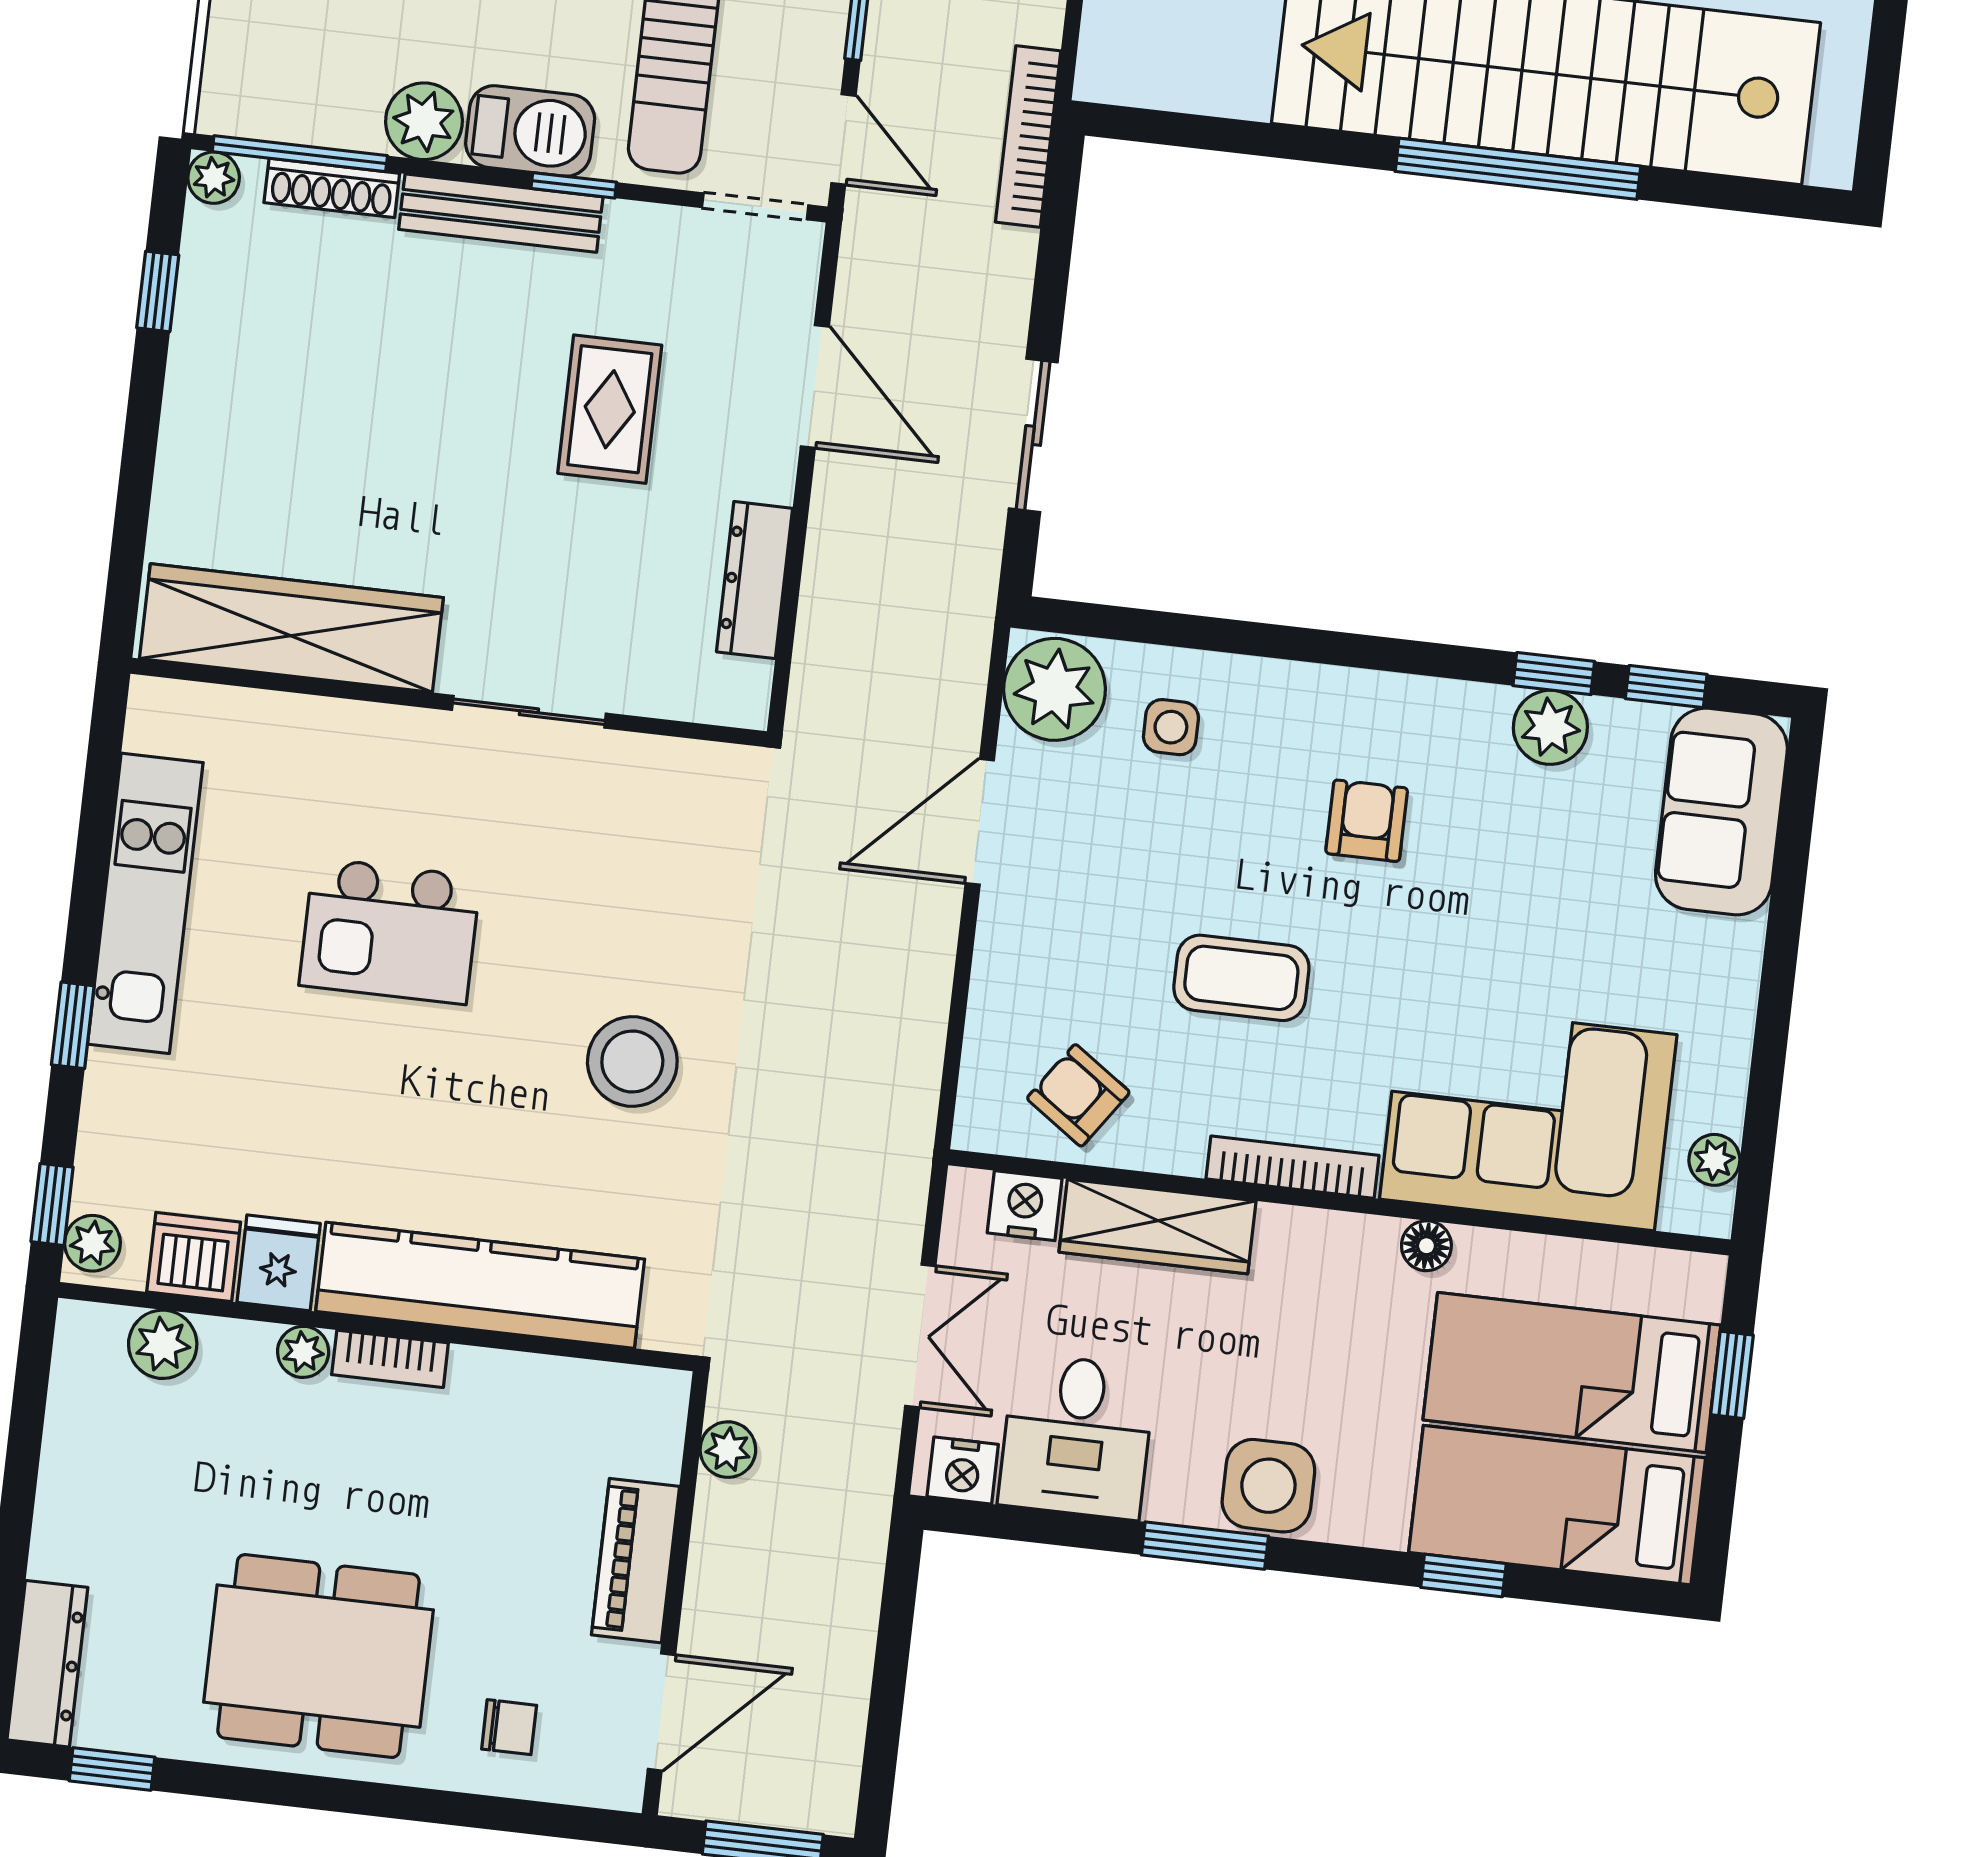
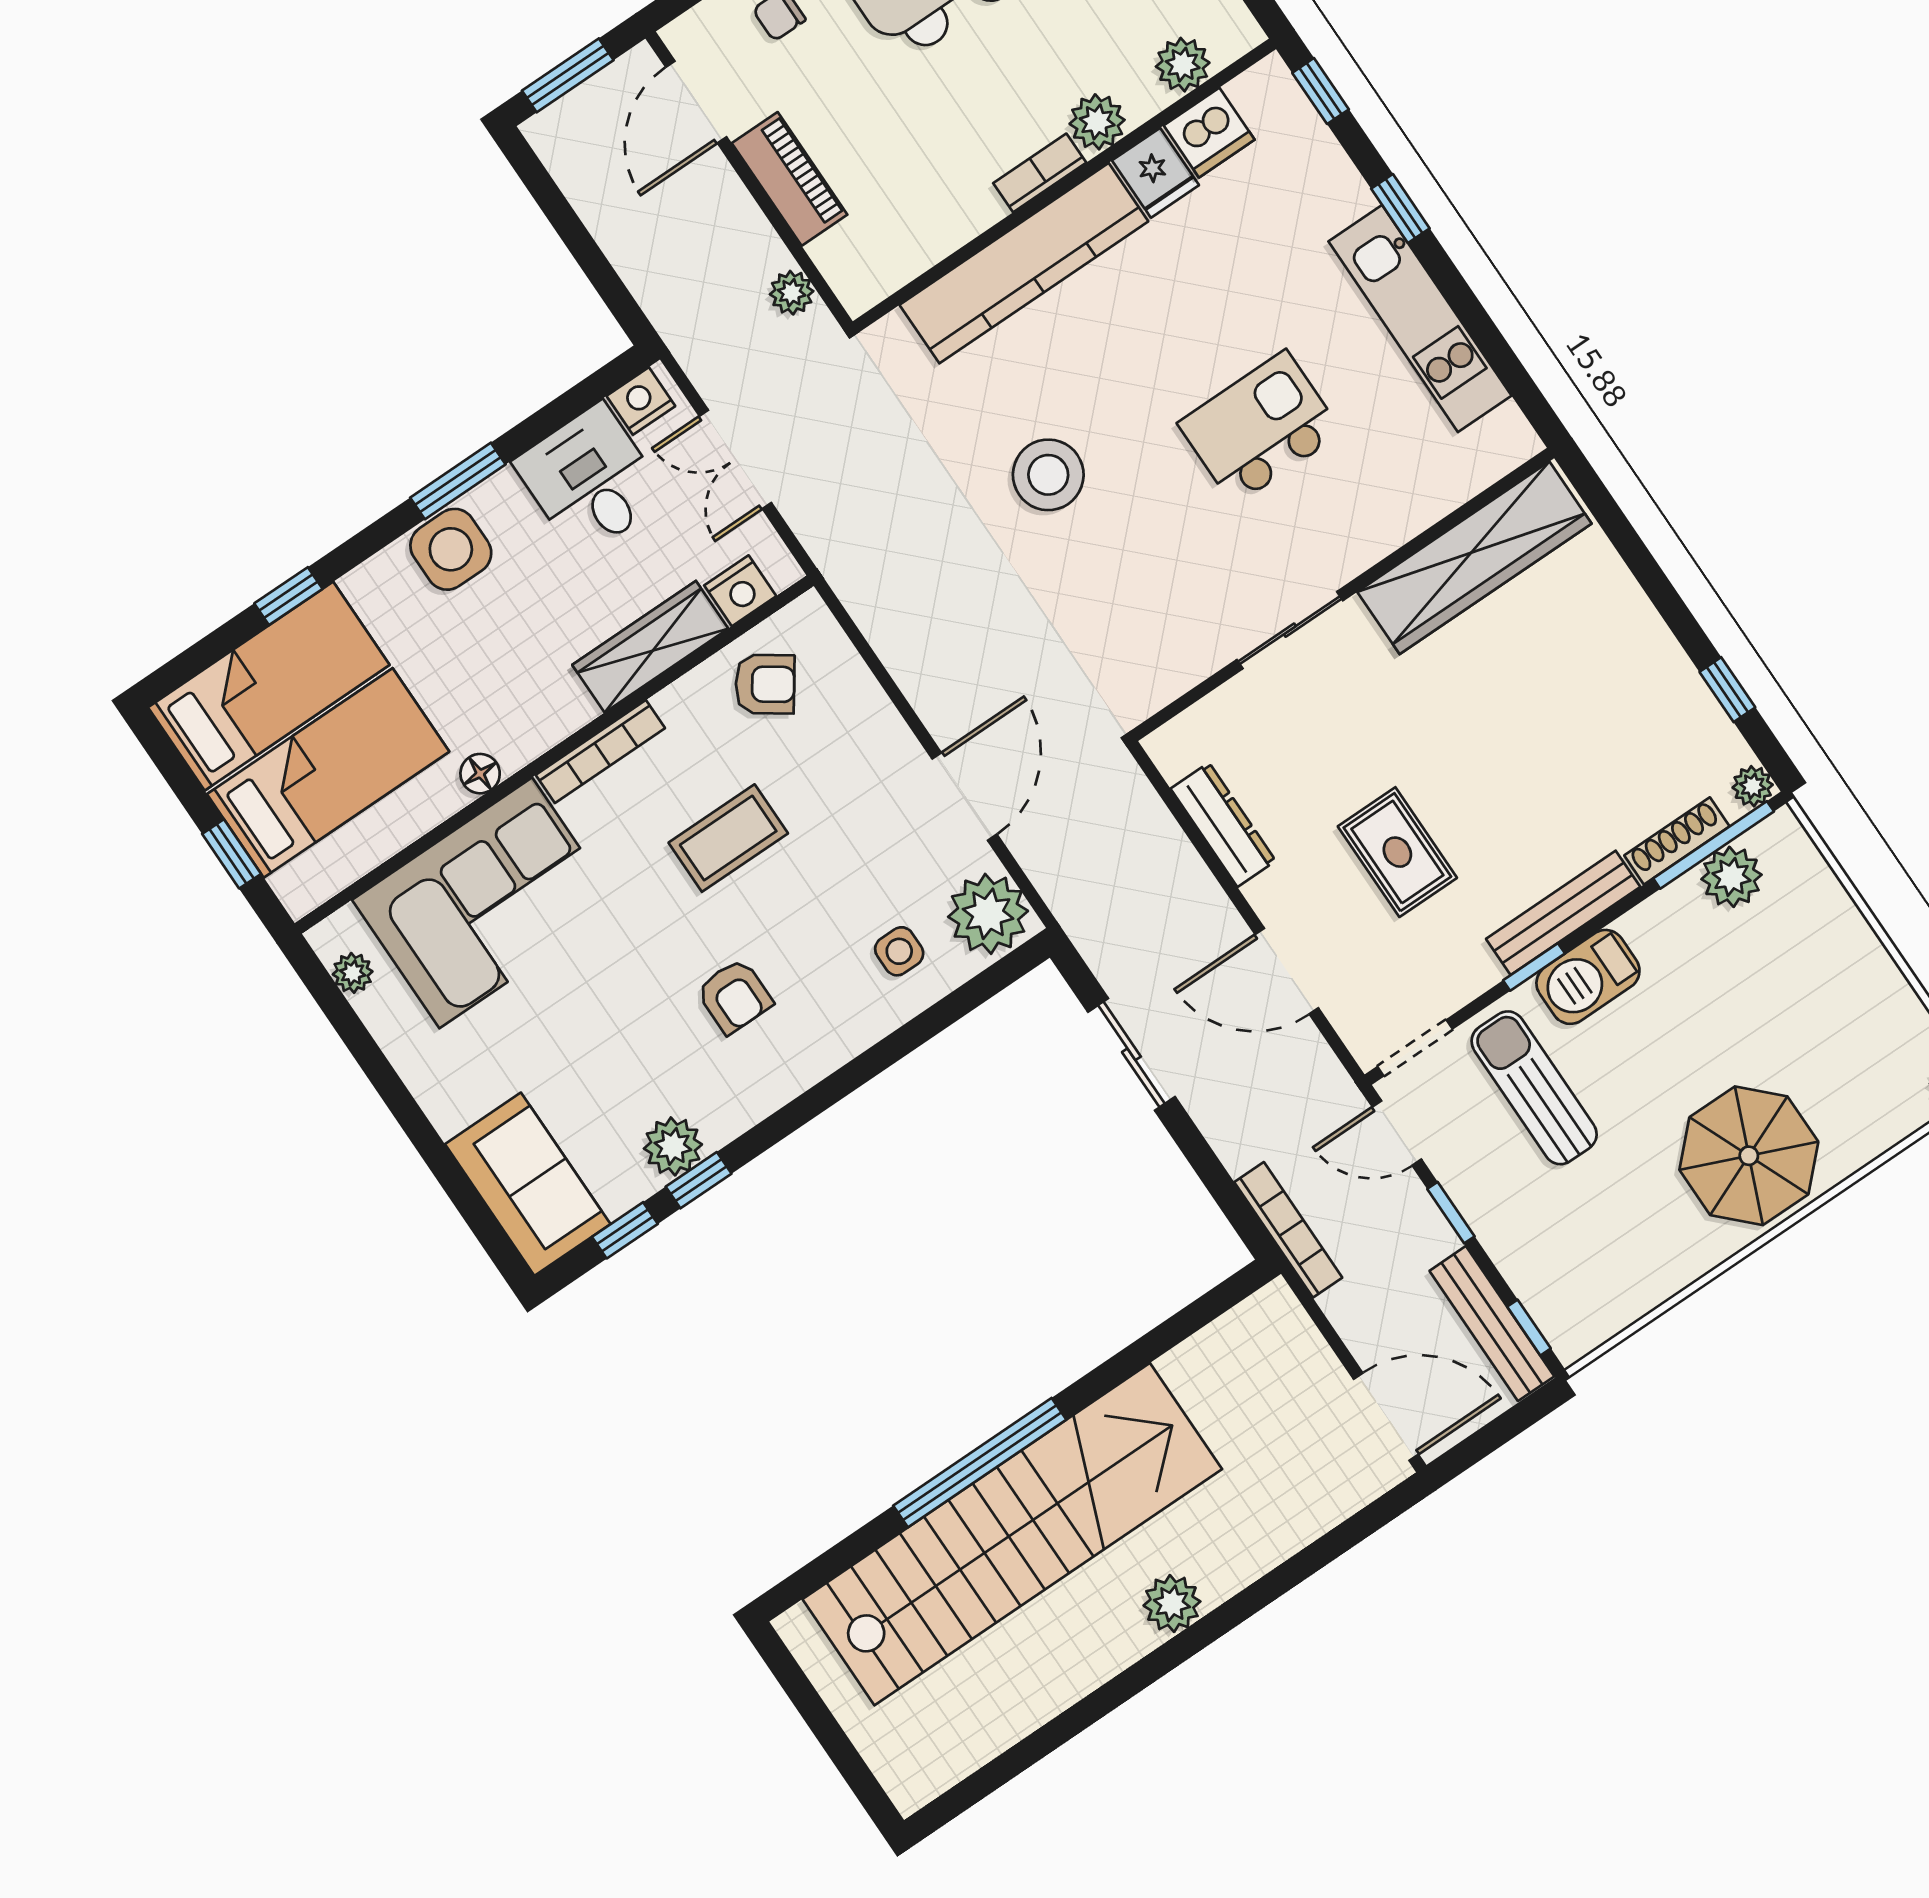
plant: (424, 121) -> (1731, 877), moved
plant: (92, 1243) -> (1277, 89), removed
plant: (303, 1352) -> (1097, 122), width x1.38, depth x1.38

